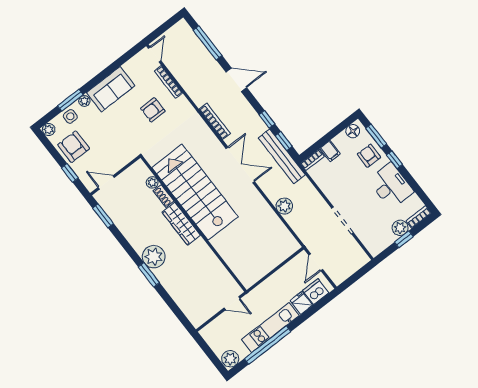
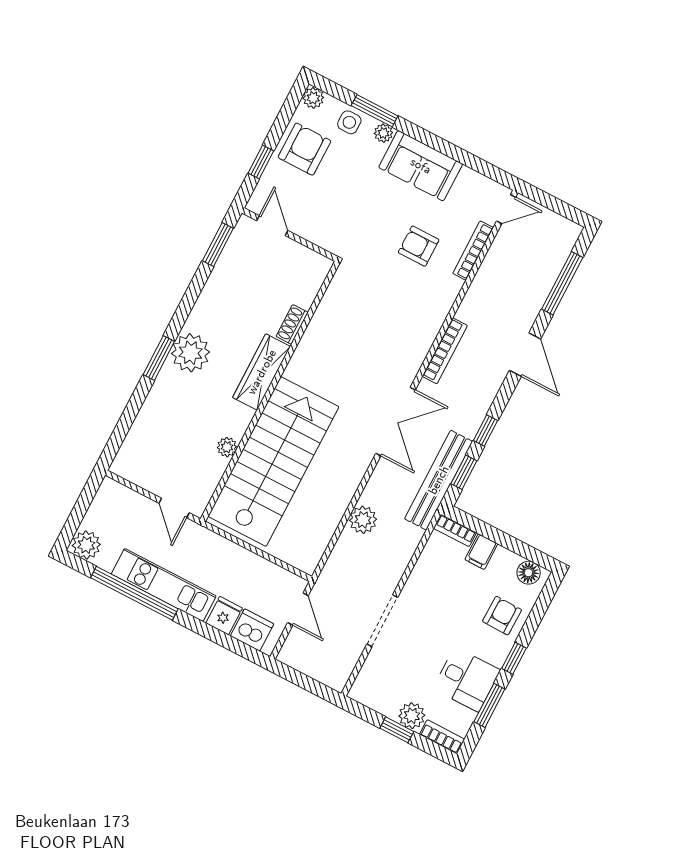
window: (376, 136) -> (489, 705), moved
plant: (152, 182) -> (227, 447), moved
desk: (391, 186) -> (467, 679), width x0.73
stairs: (195, 192) -> (273, 461), moved
door: (316, 262) -> (298, 609), swing flipped

